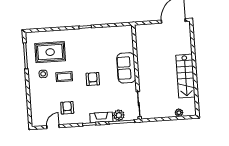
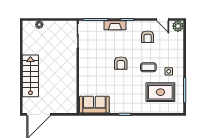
sofa: (126, 68) -> (94, 105), moved, turned -90
stairs: (186, 76) -> (30, 76), moved
plant: (119, 115) -> (178, 26), moved
door: (53, 127) -> (163, 19), hinge flipped

